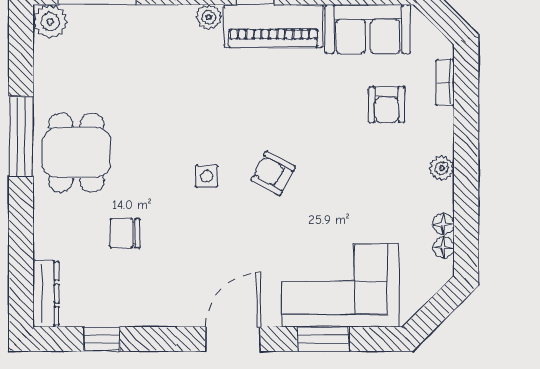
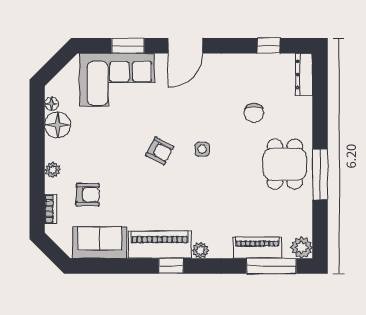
piano: (120, 21) -> (257, 248), added
armchair: (387, 105) -> (88, 195), turned 91
plant: (442, 168) -> (53, 170), moved
floor lamp: (443, 224) -> (58, 125), width x1.89, depth x1.89
chair: (125, 233) -> (254, 113), turned 90

